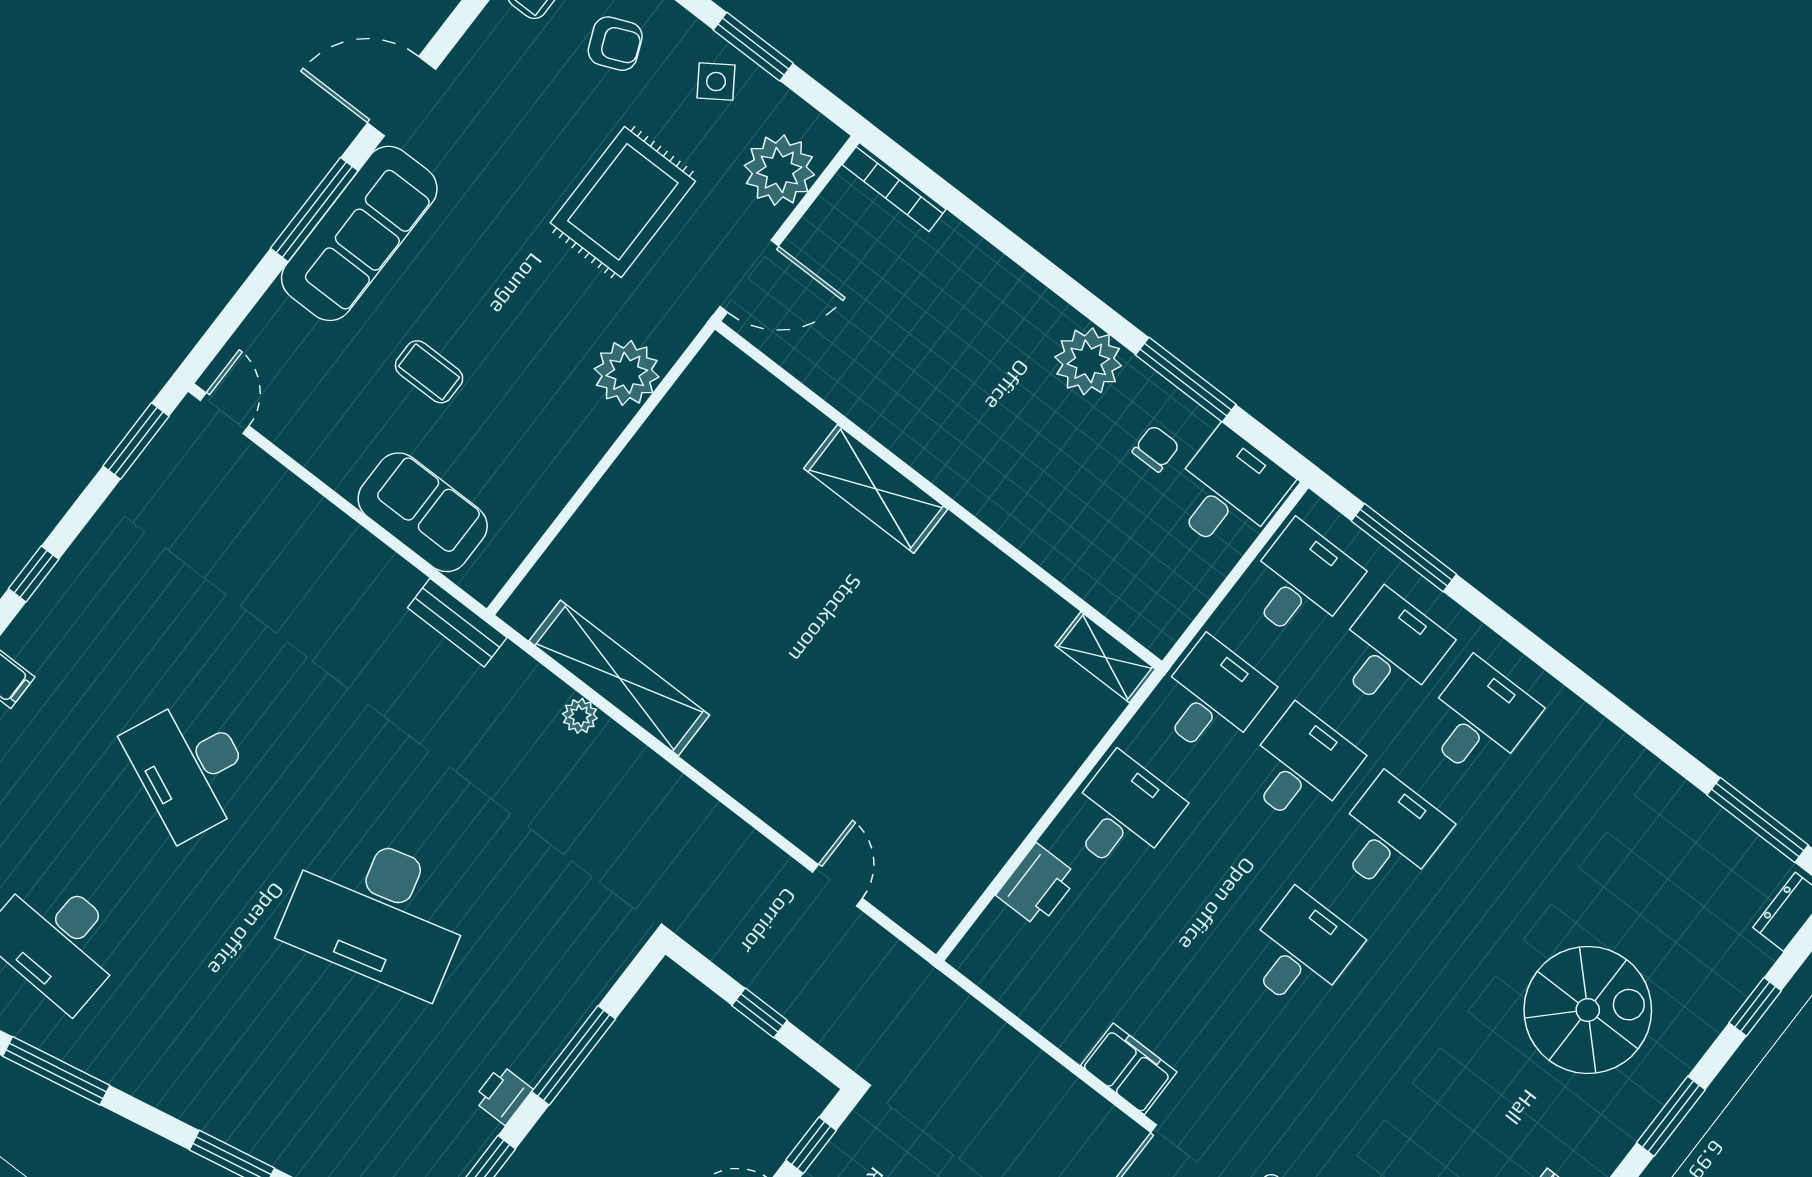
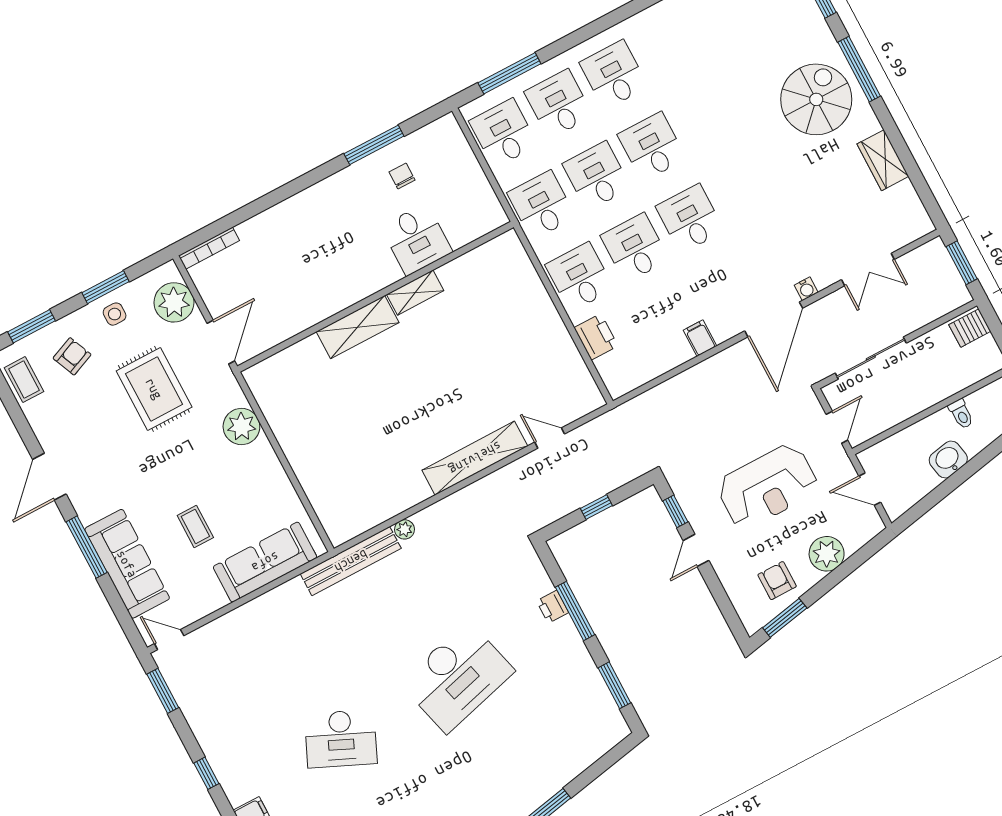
side table: (716, 82) -> (115, 314), turned 34
sofa: (359, 233) -> (127, 564), moved
plant: (1088, 361) -> (342, 190), removed
coffee table: (429, 372) -> (195, 526), turned 90
desk: (1228, 491) -> (417, 239), moved, turned 180
sofa: (423, 512) -> (265, 562), width x1.36
bench: (457, 623) -> (351, 561), width x1.86, depth x1.21
shelving: (1105, 657) -> (415, 293), moved
shelving: (619, 678) -> (475, 458), moved
desk: (1212, 883) -> (635, 248), added
spiral stairs: (1588, 1010) -> (816, 99), moved
filing cabinet: (1129, 1069) -> (700, 338), width x0.50
printer: (503, 1095) -> (553, 607), moved
window: (1671, 1116) -> (859, 69), width x1.44

